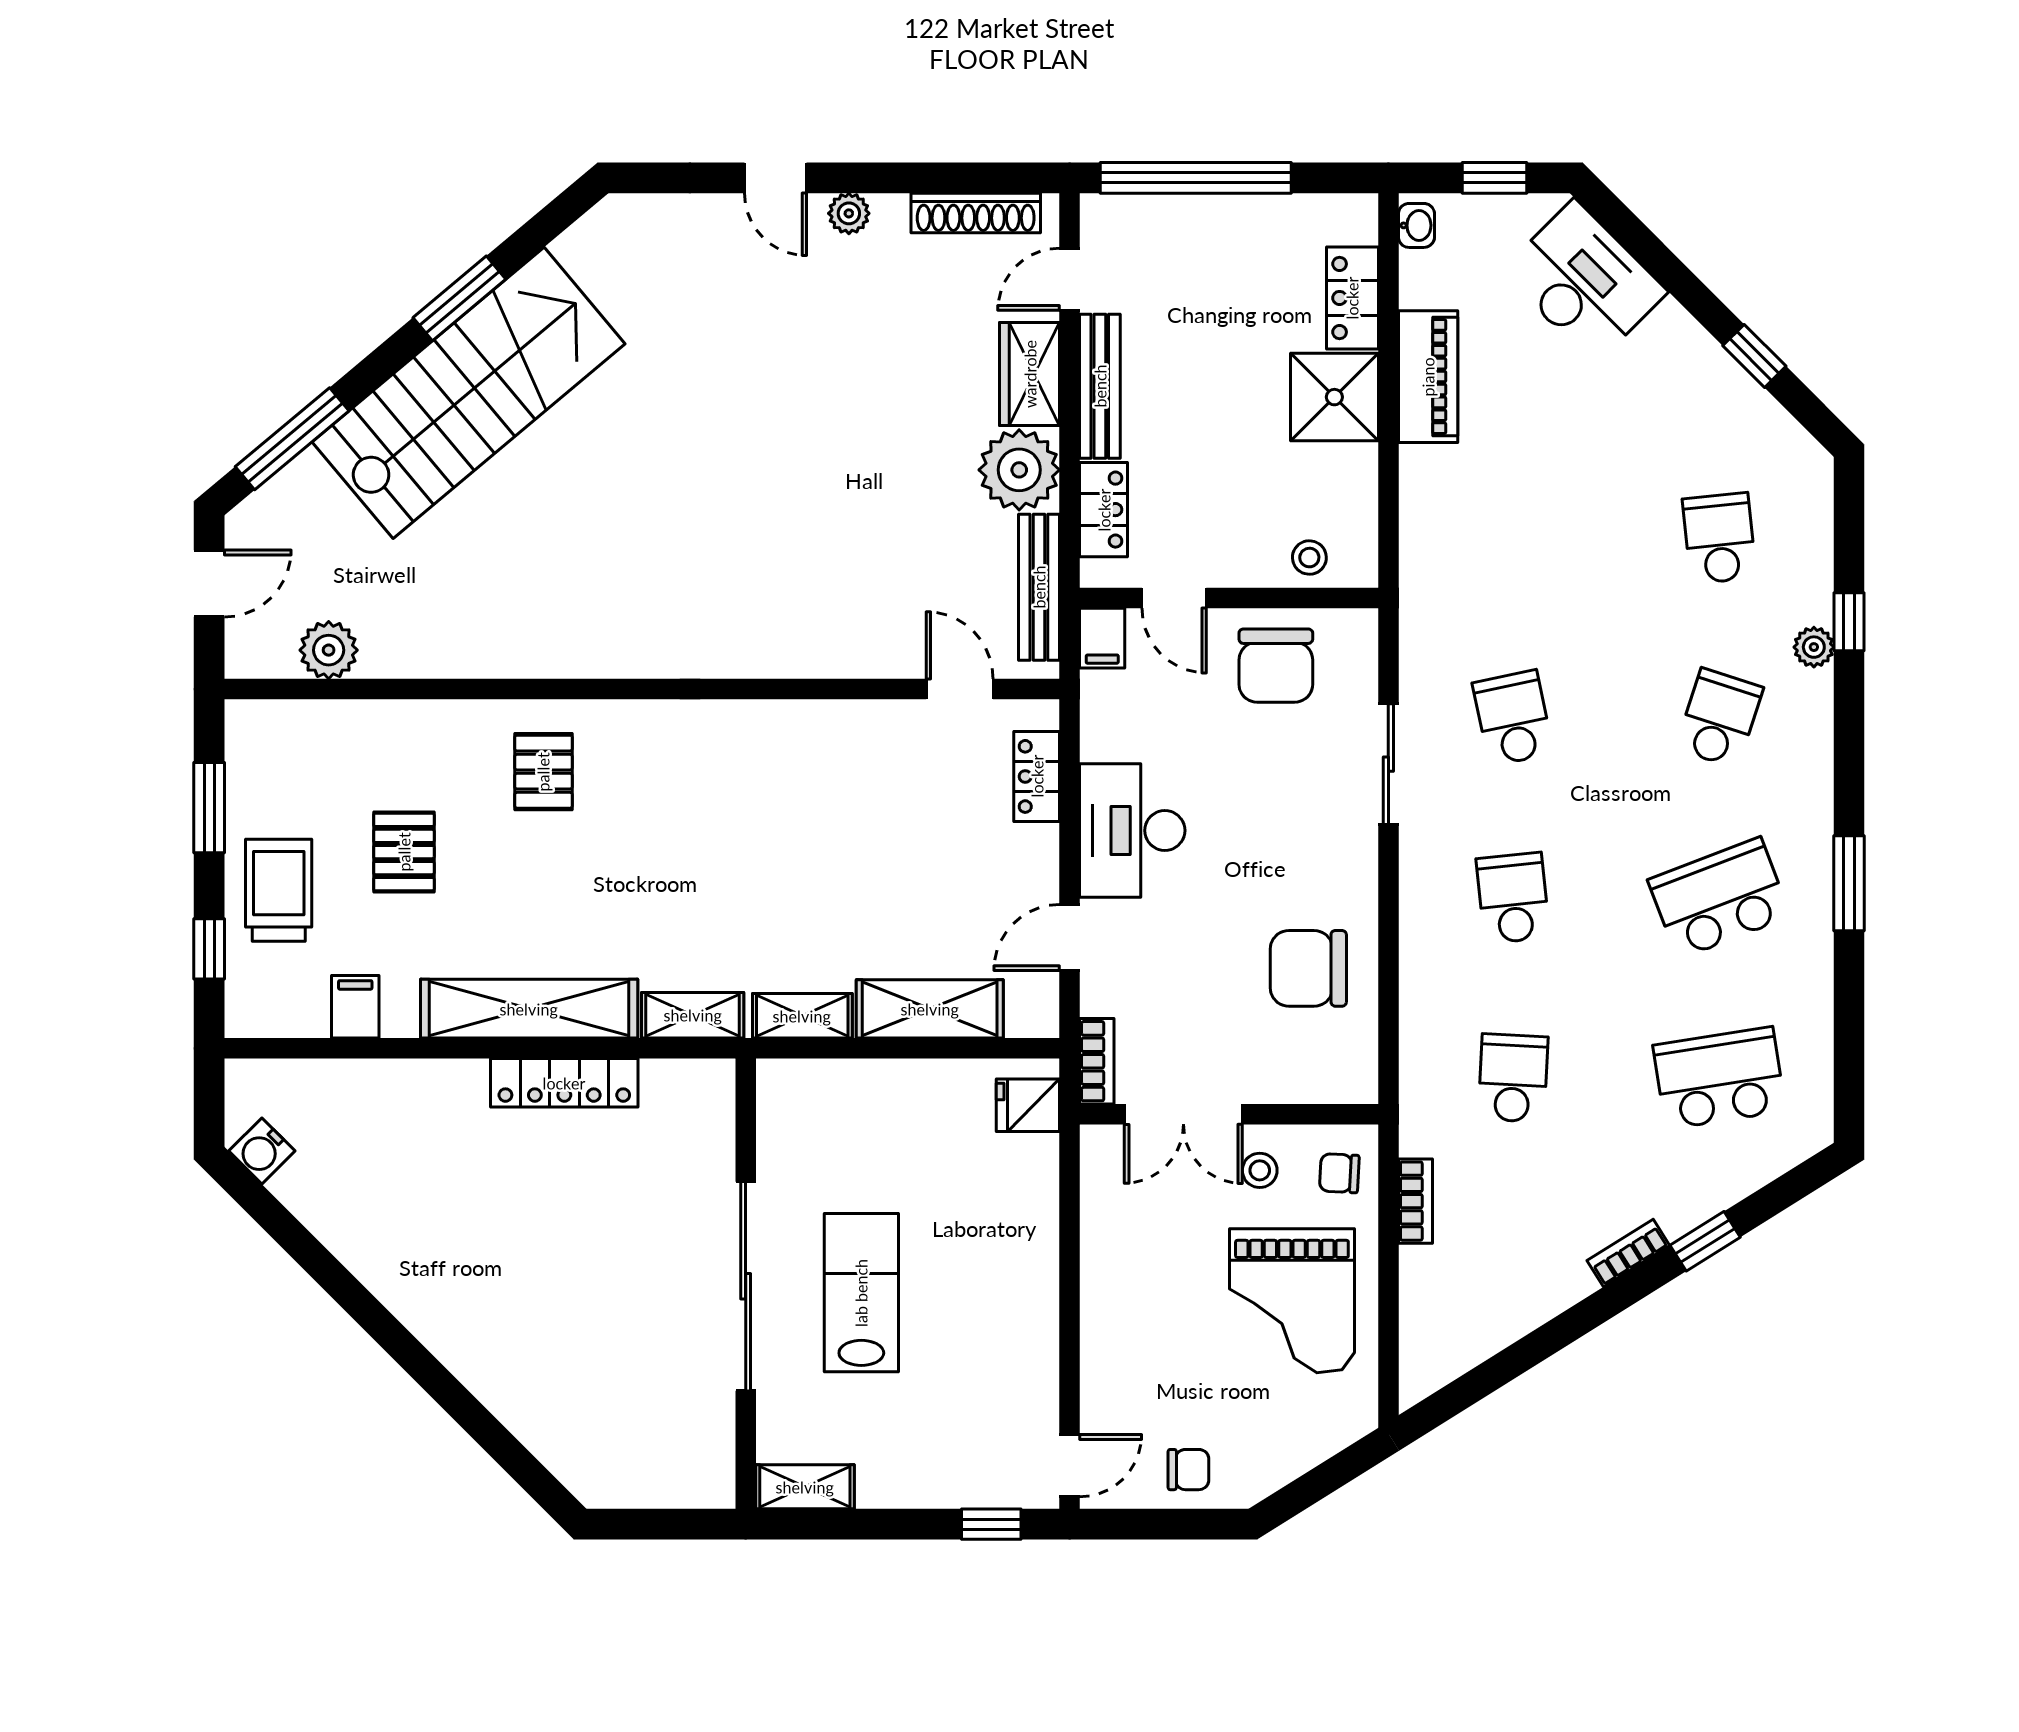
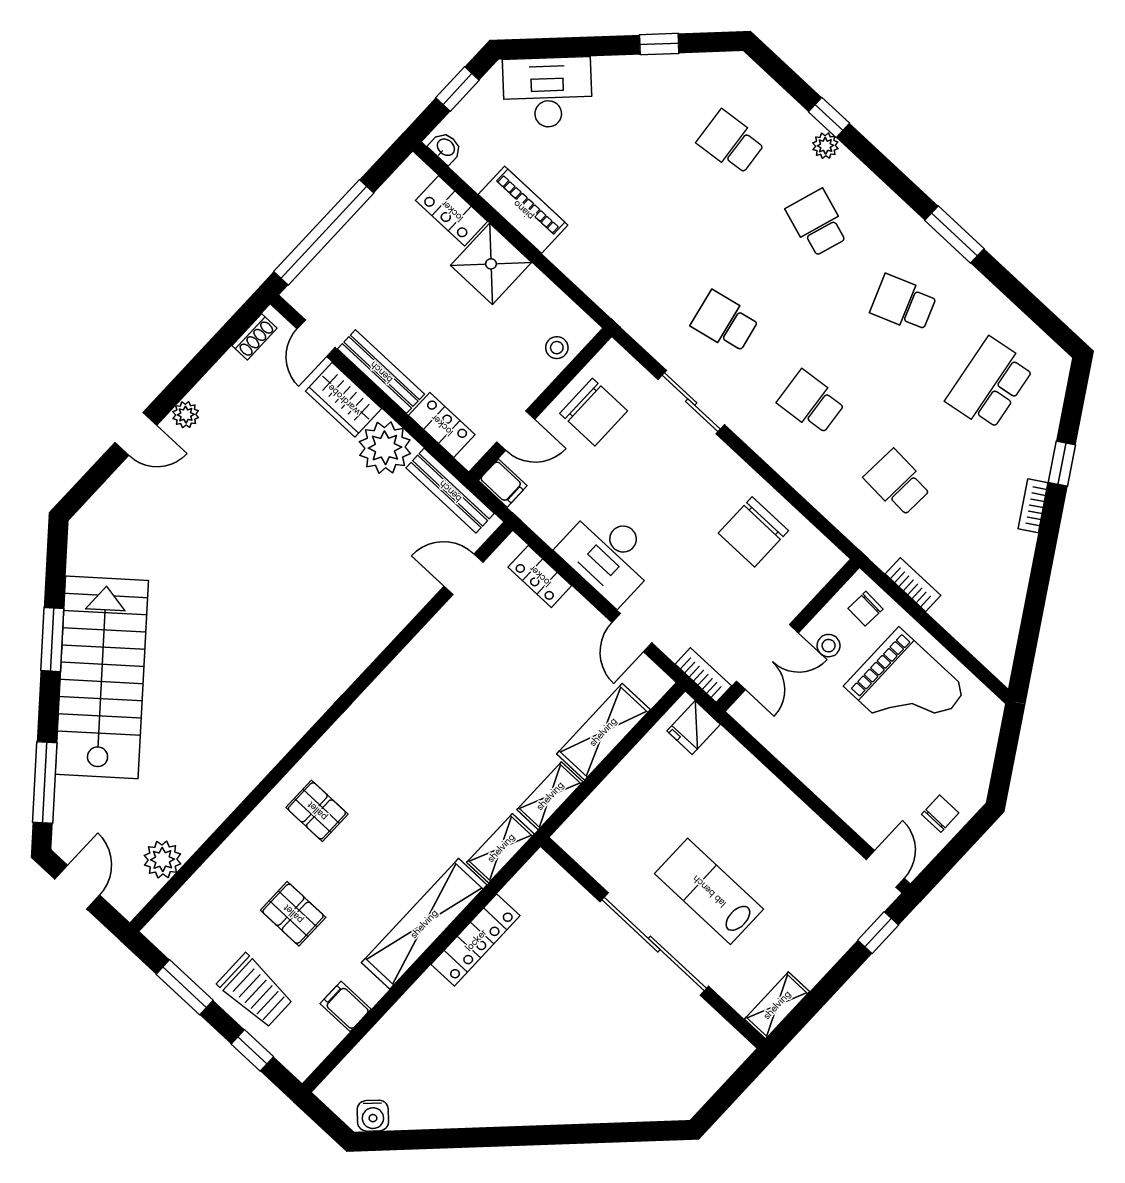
shoe rack: (976, 213) -> (254, 337), width x0.51, depth x0.81
trolley: (279, 890) -> (255, 991), turned 180
school desk: (1719, 898) -> (904, 303), width x0.54

